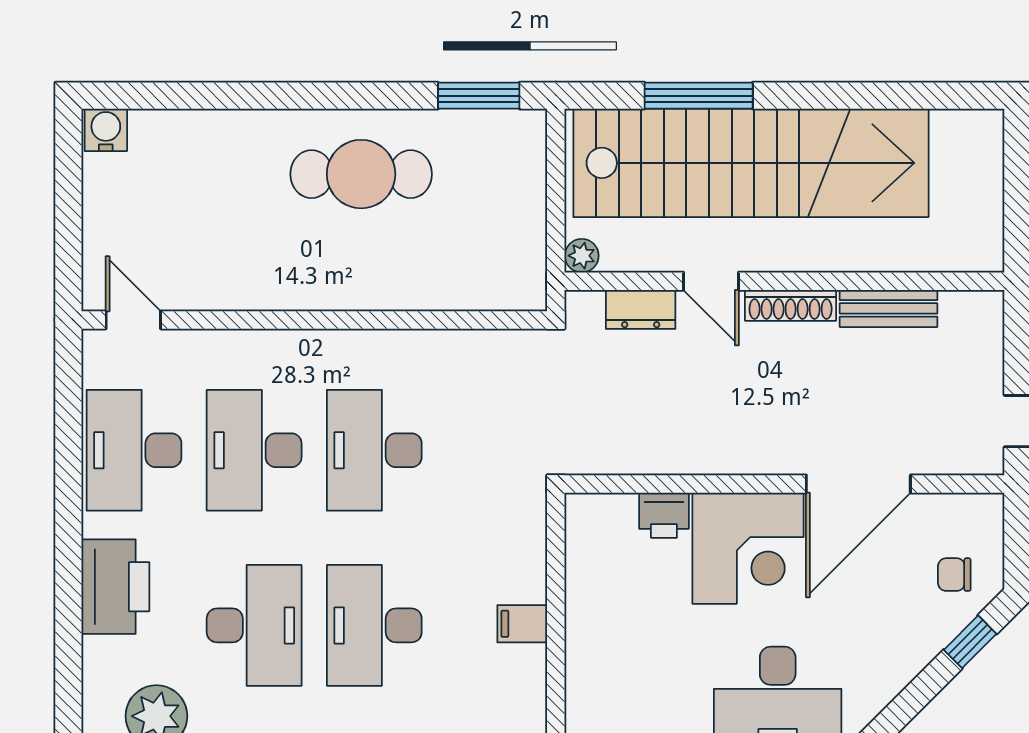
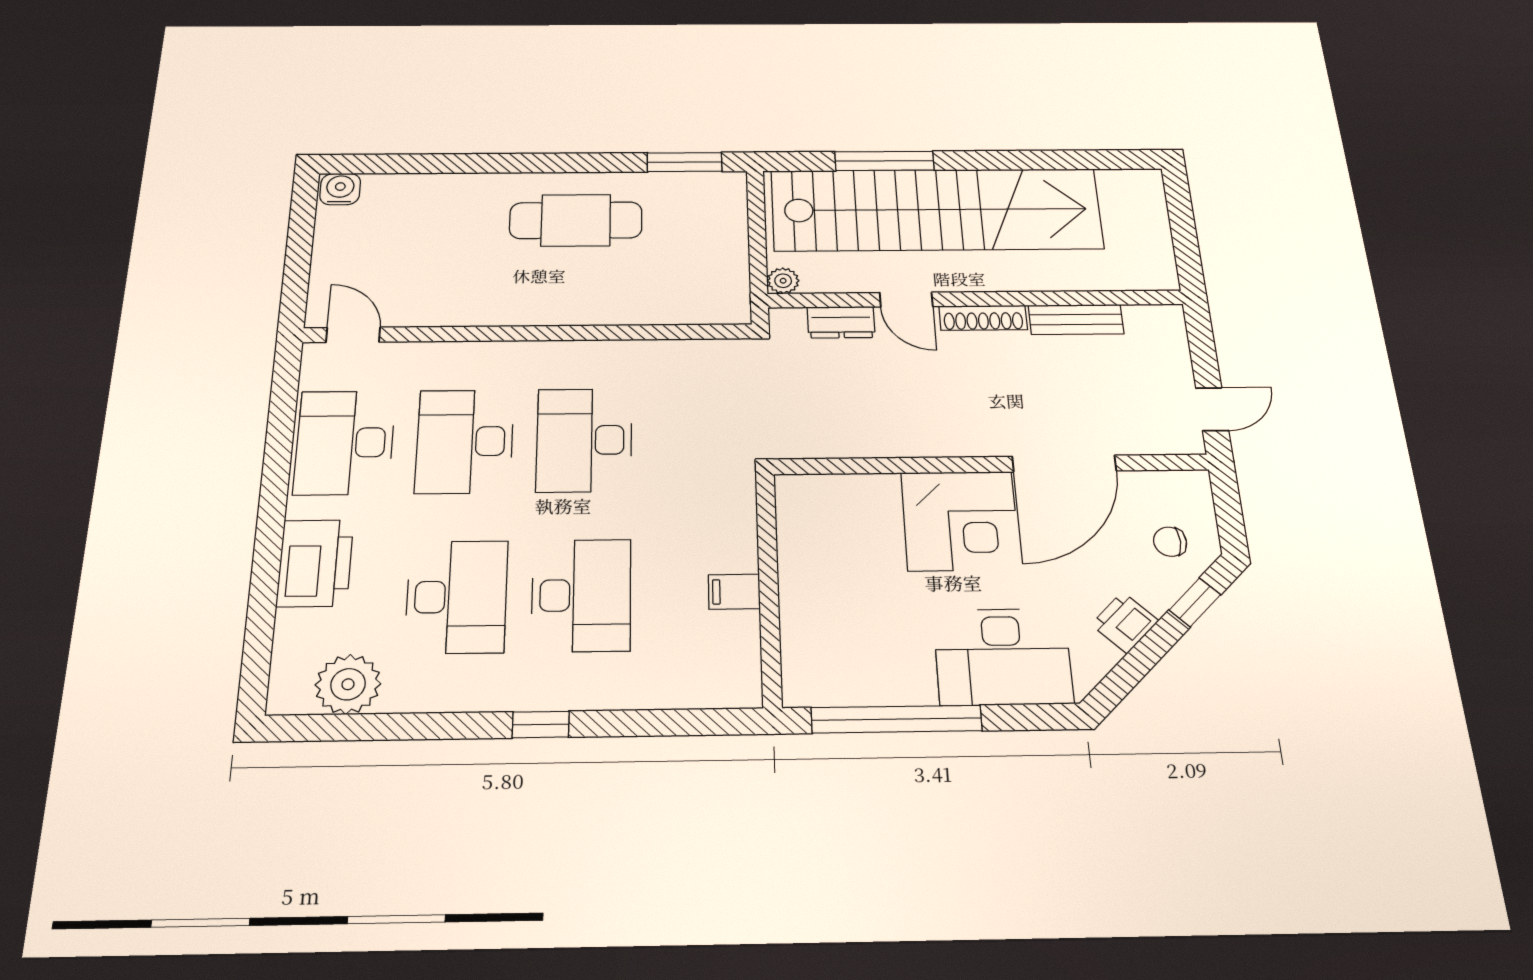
printer: (664, 515) -> (1125, 623), moved, turned 135
desk: (374, 625) -> (581, 595), turned 180

